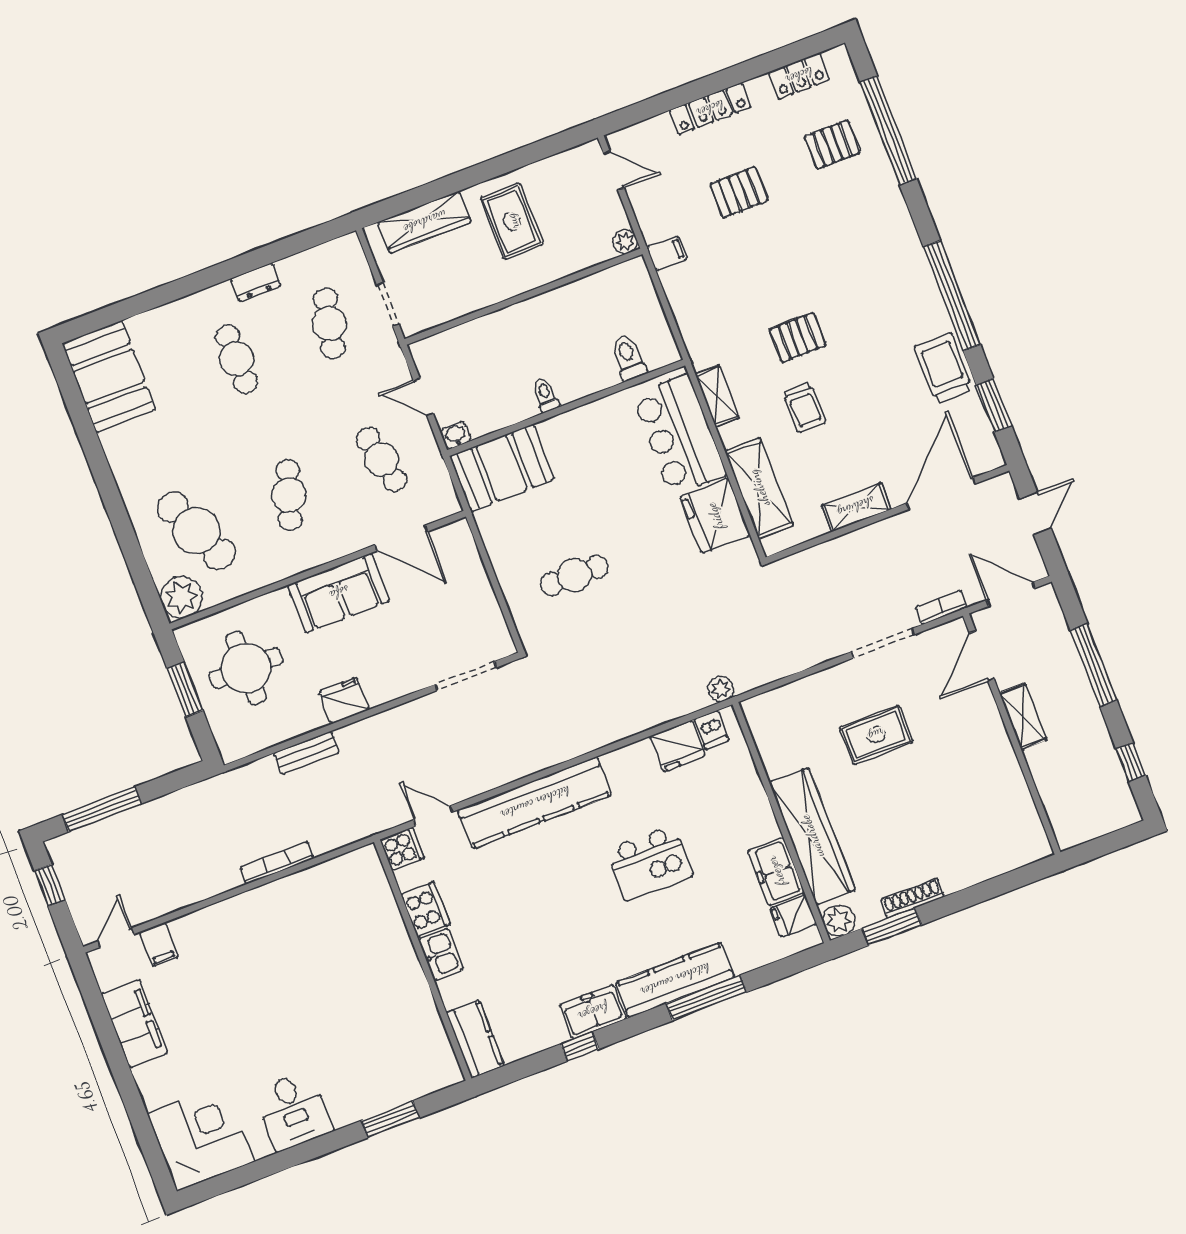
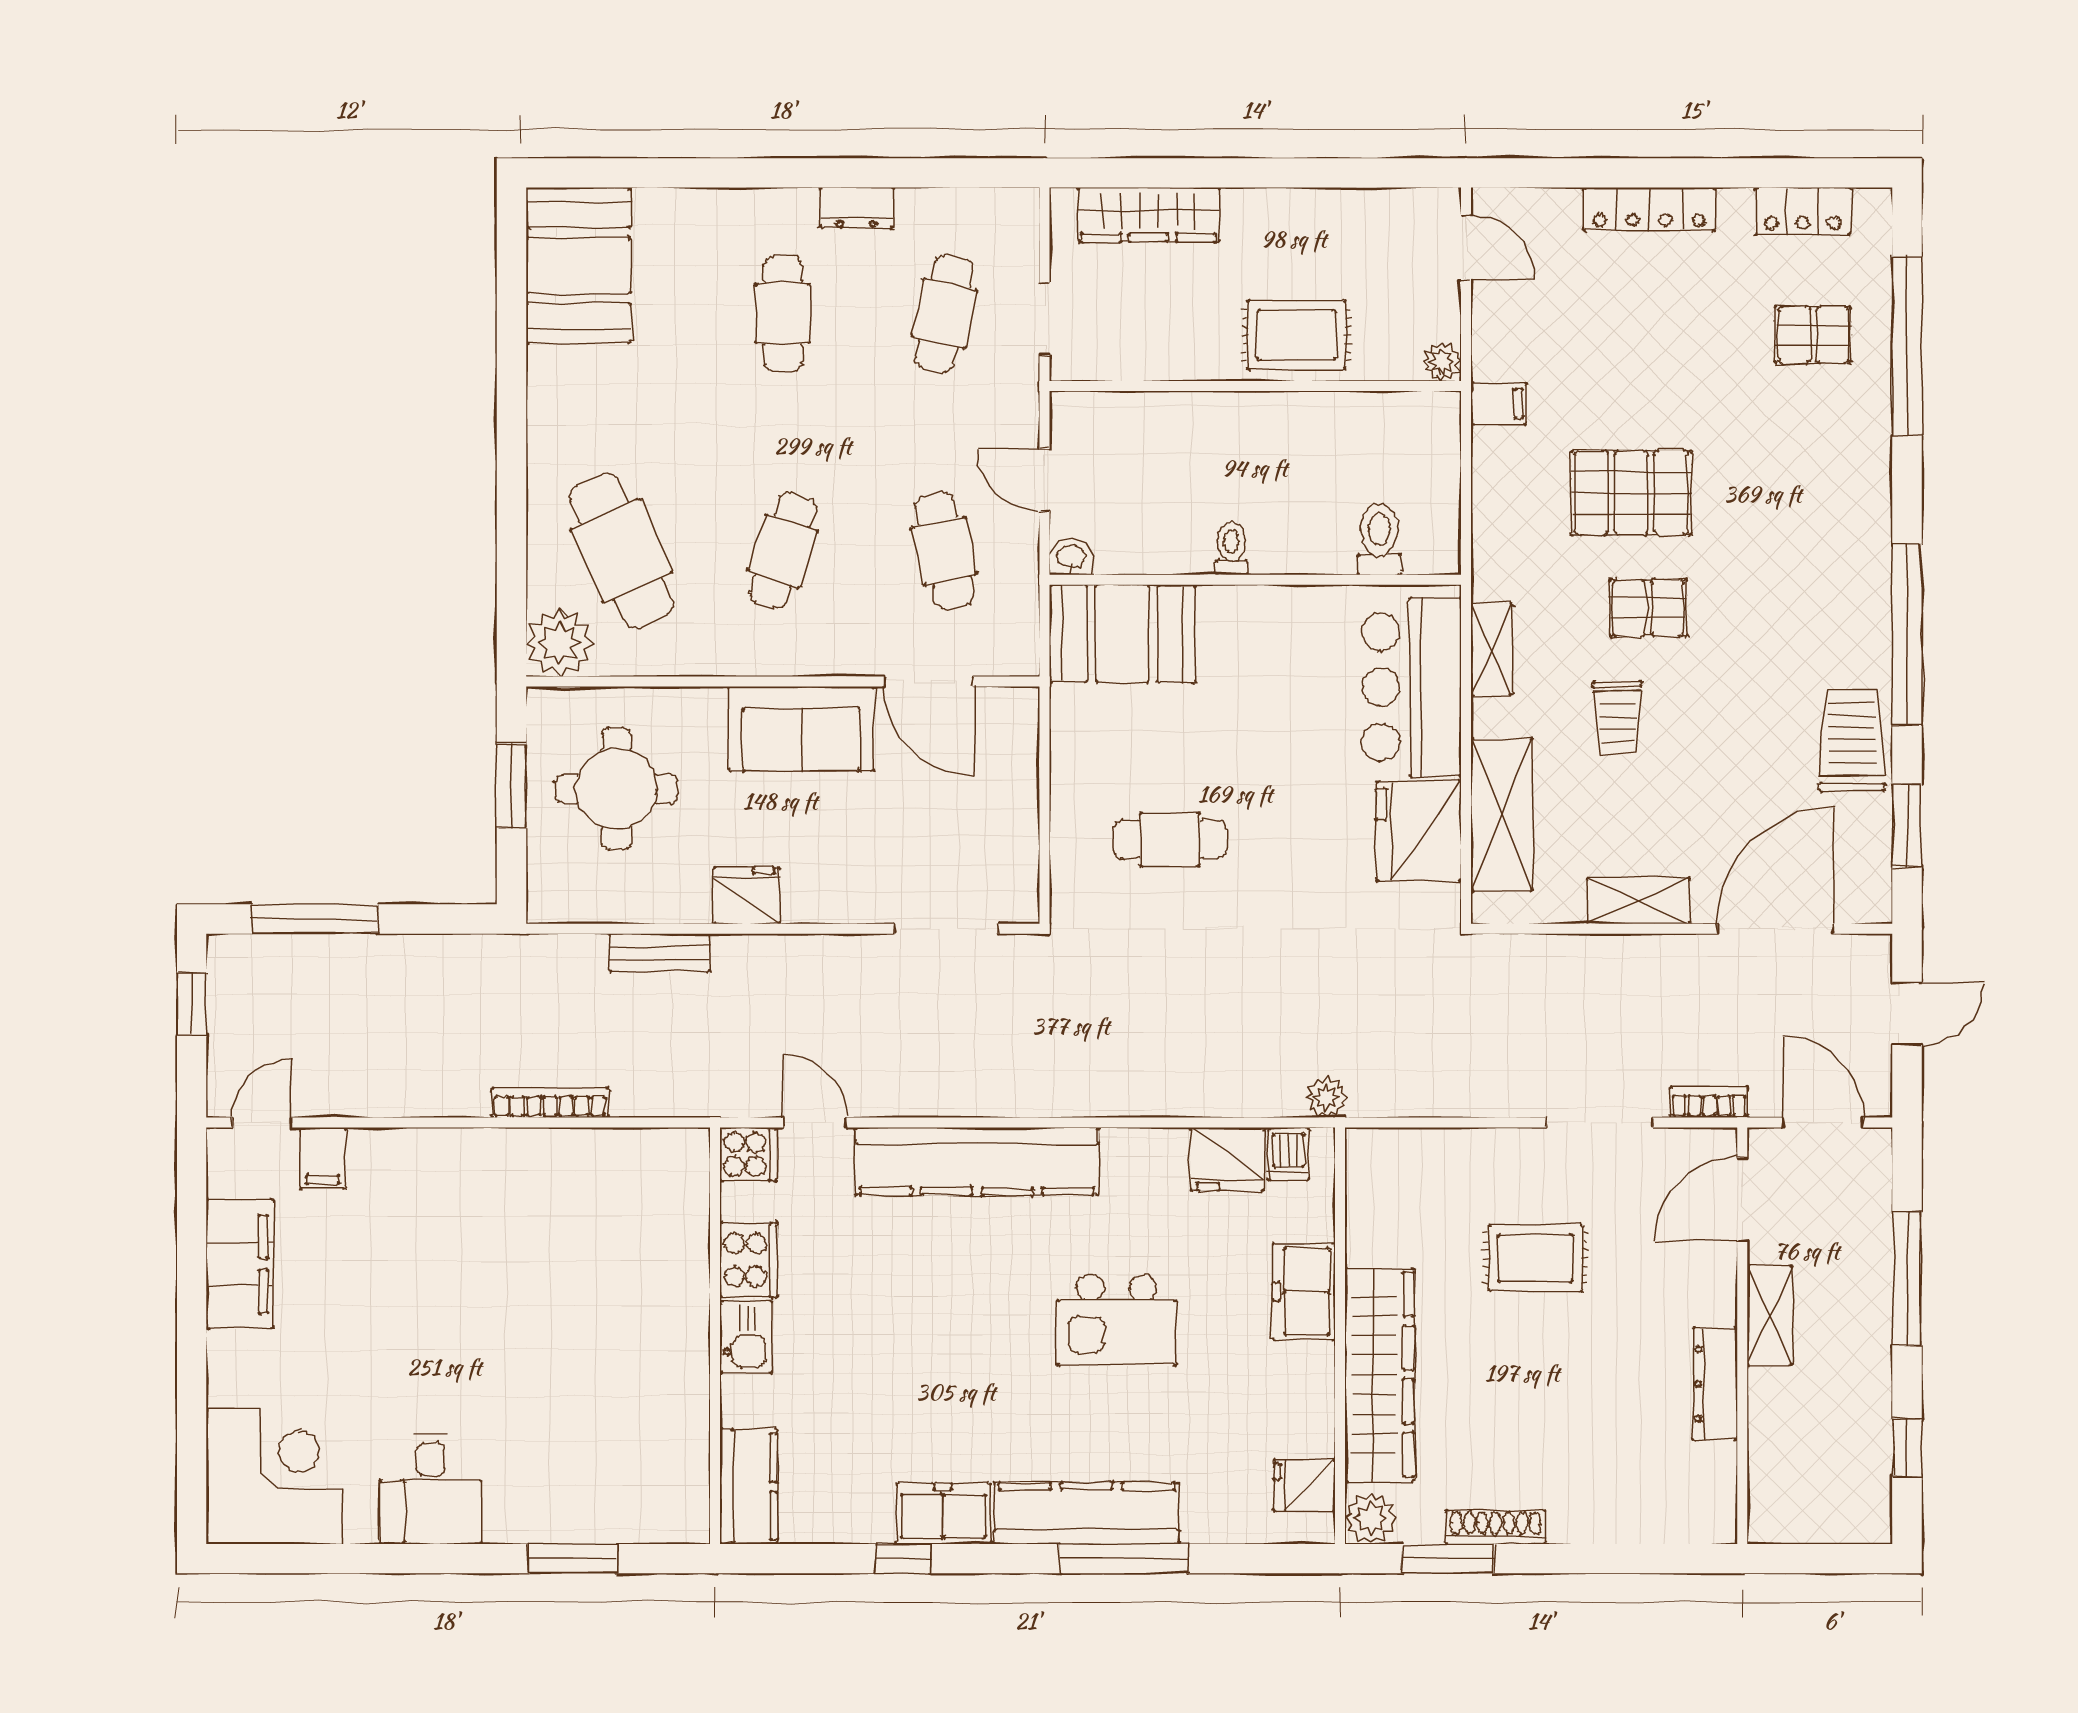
pallet: (739, 192) -> (1631, 493), moved, width x1.50, depth x1.42
rug: (512, 221) -> (1296, 335), moved, turned 90
dresser: (1007, 767) -> (1715, 1384), added
freezer: (776, 871) -> (1304, 1292), moved

